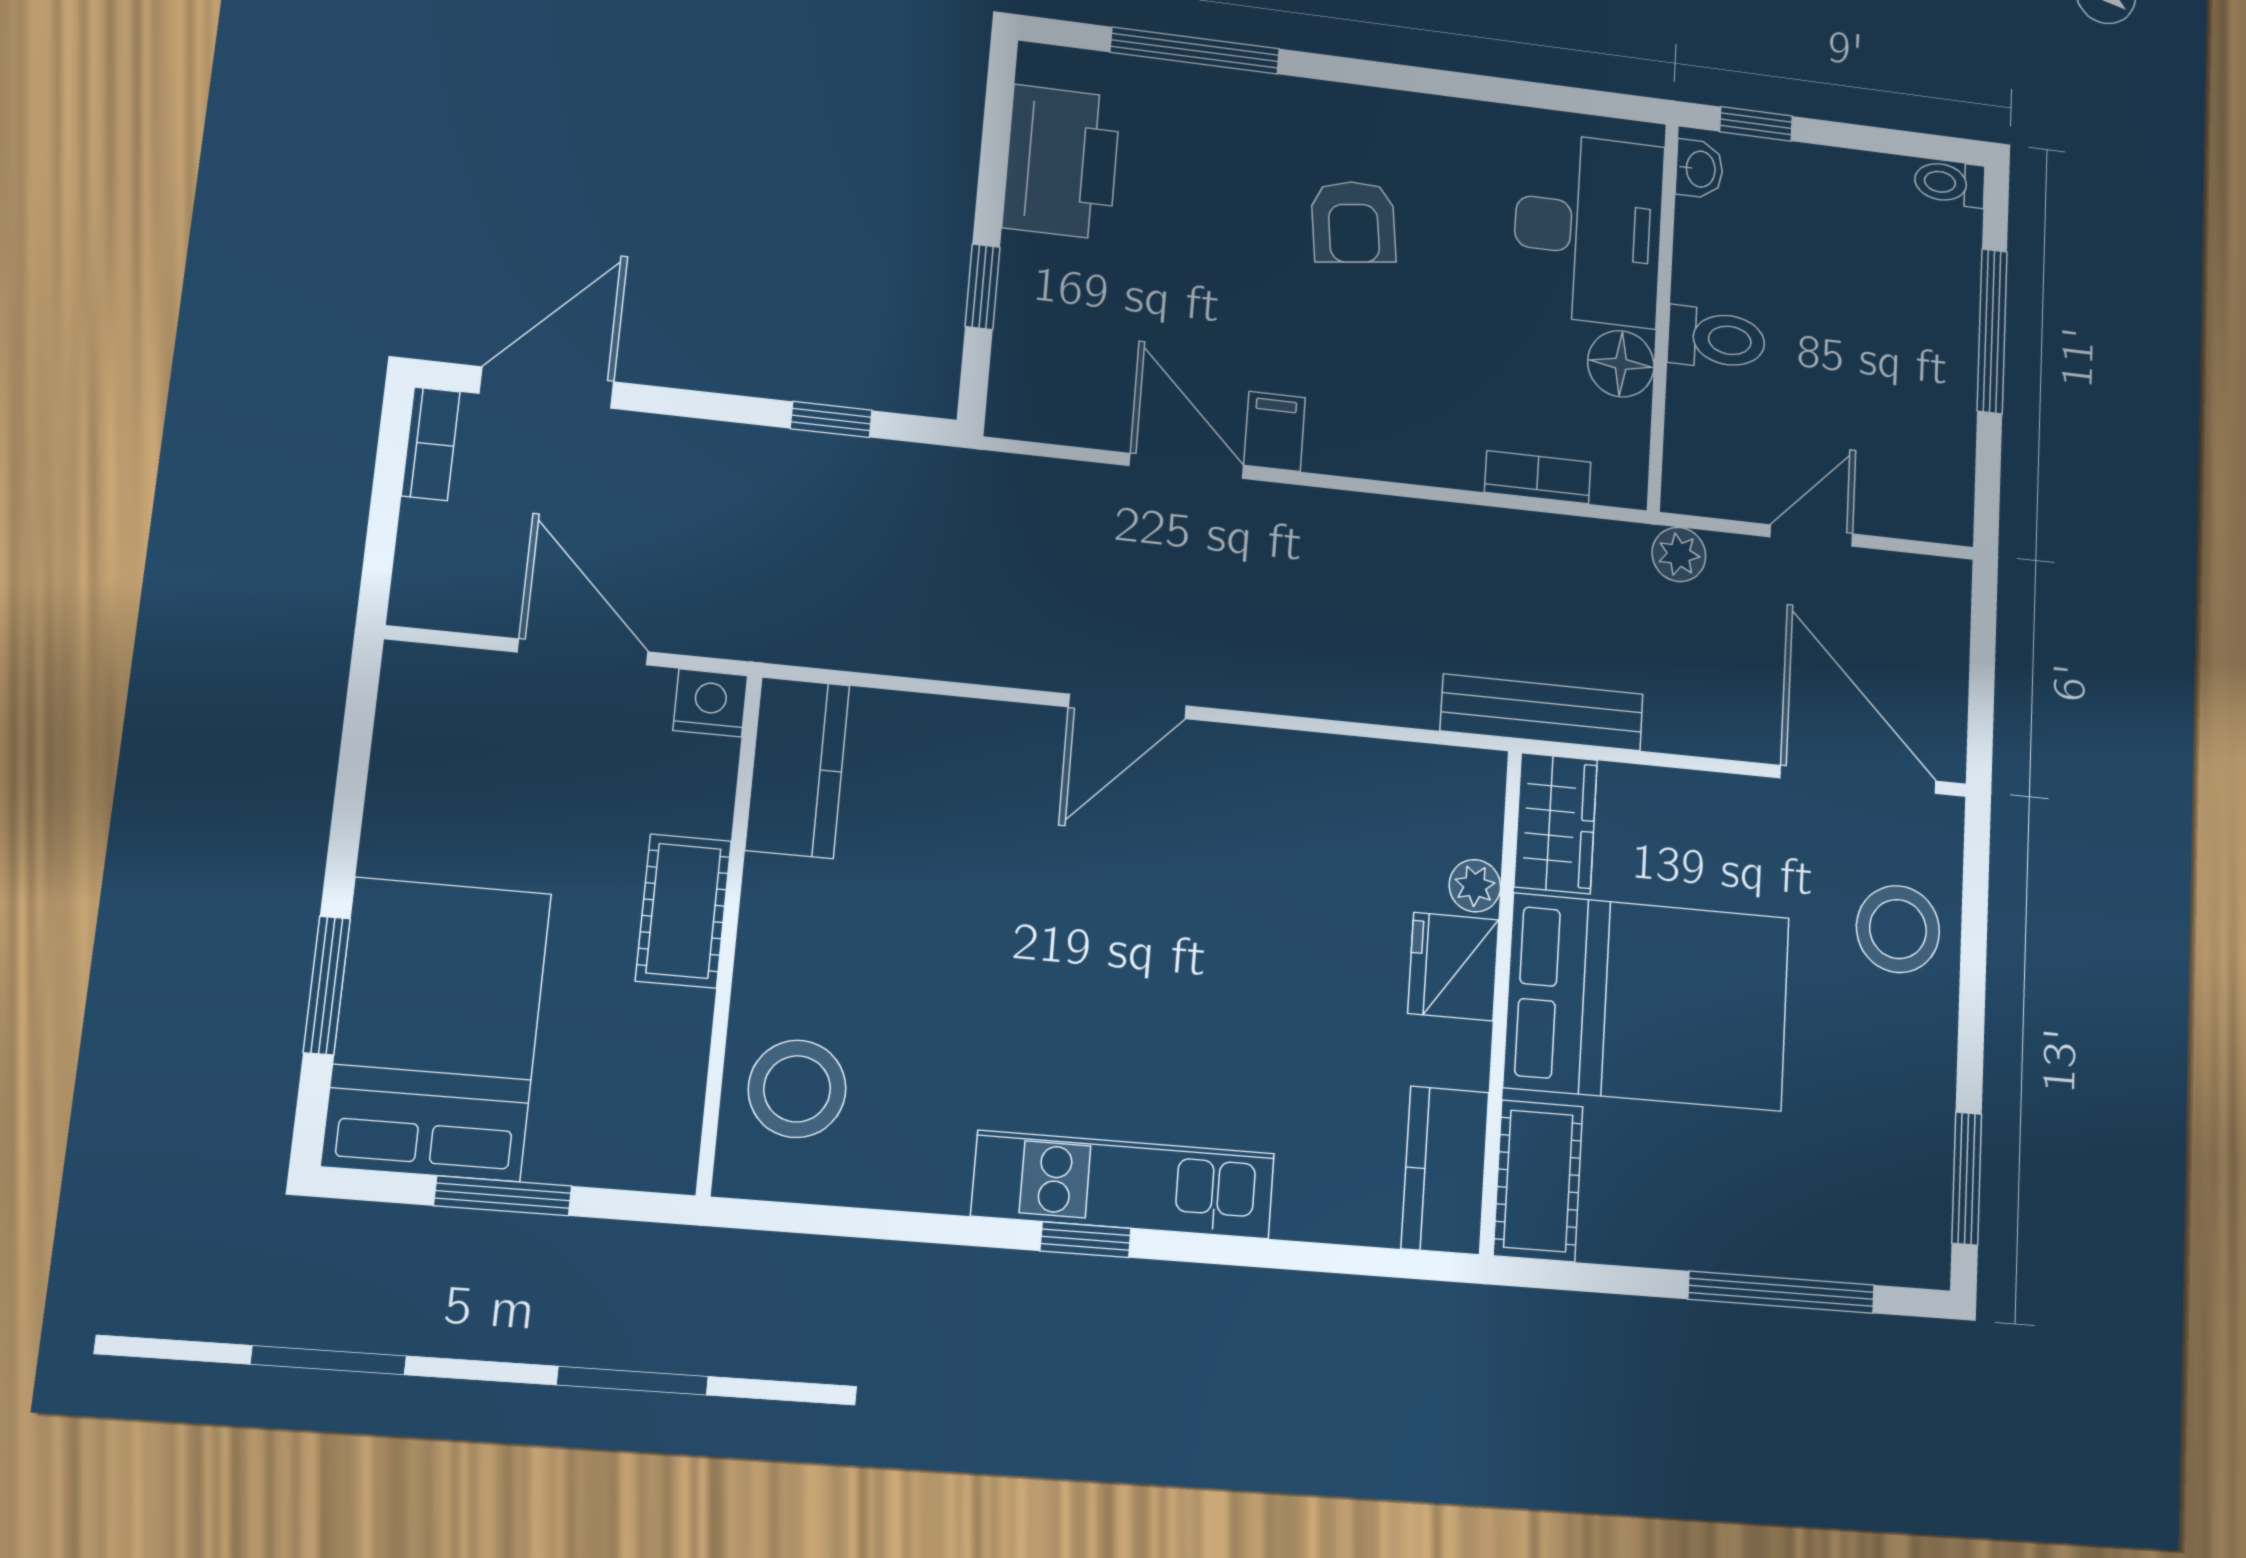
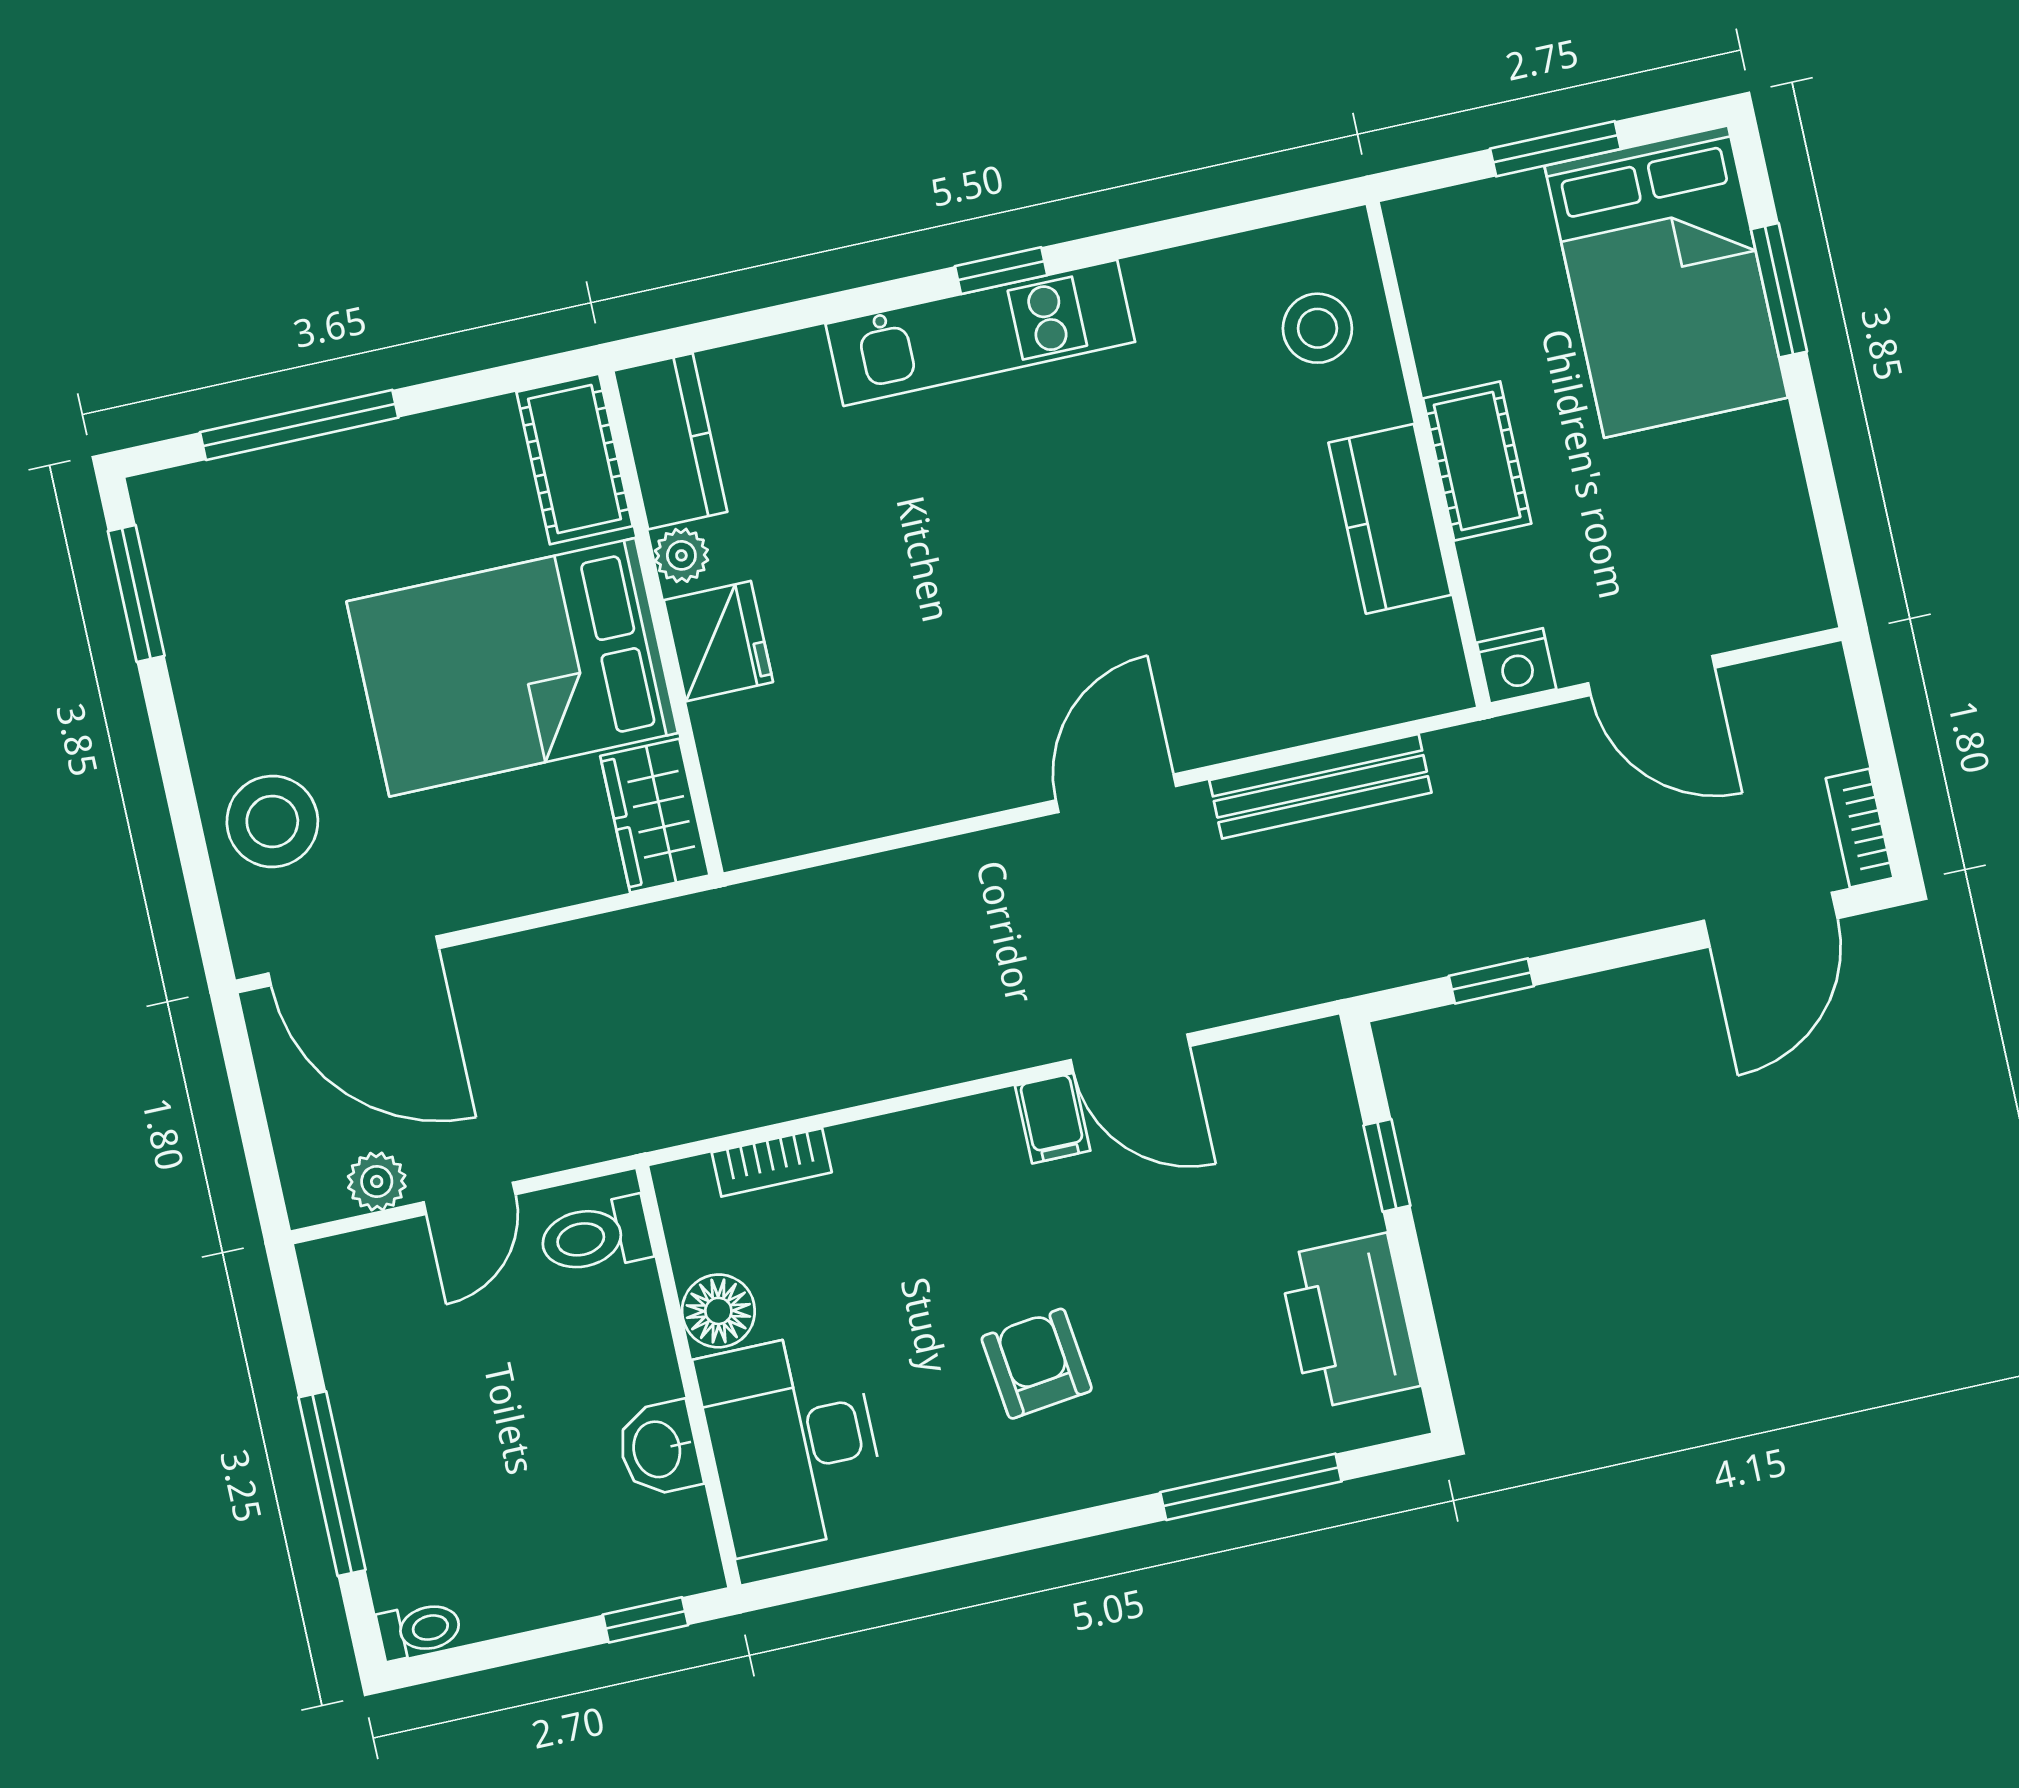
washbasin: (1699, 169) -> (659, 1449), moved, width x1.38, depth x1.45
toilet: (1716, 339) -> (595, 1236), moved
plant: (1679, 554) -> (377, 1181), moved
bench: (1542, 712) -> (1320, 786), moved
kitchen counter: (797, 768) -> (1390, 519), moved
plant: (1475, 886) -> (681, 555), moved
stool: (797, 1089) -> (1317, 328), width x0.73, depth x0.73

